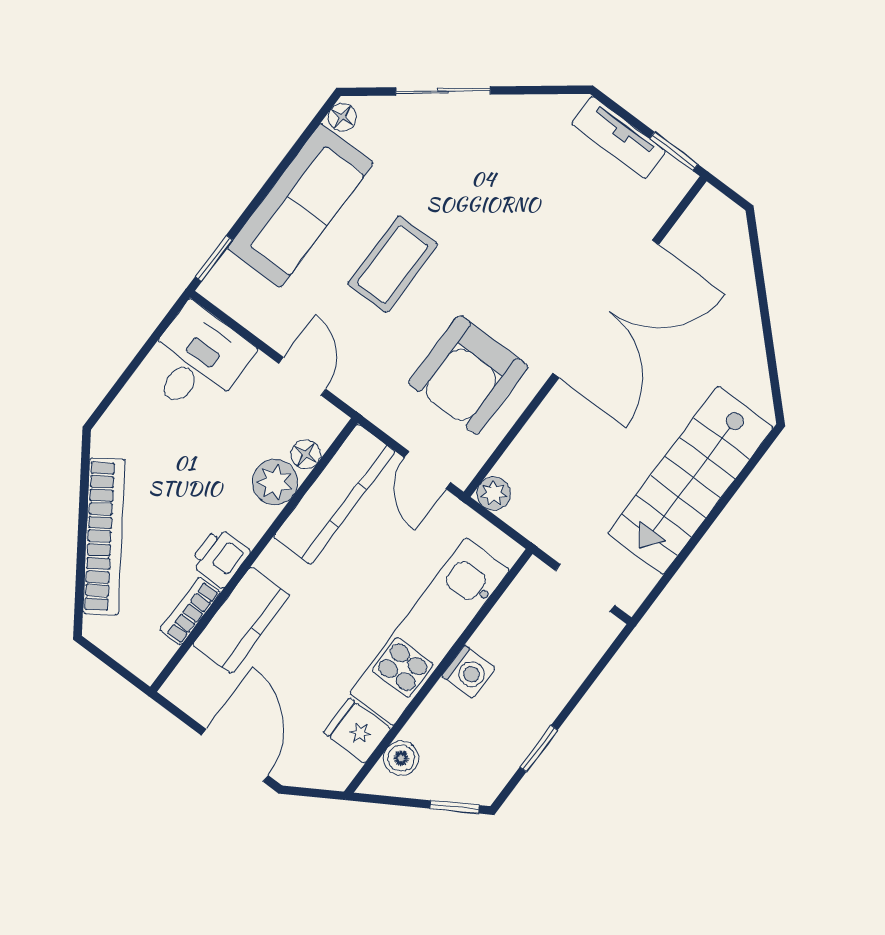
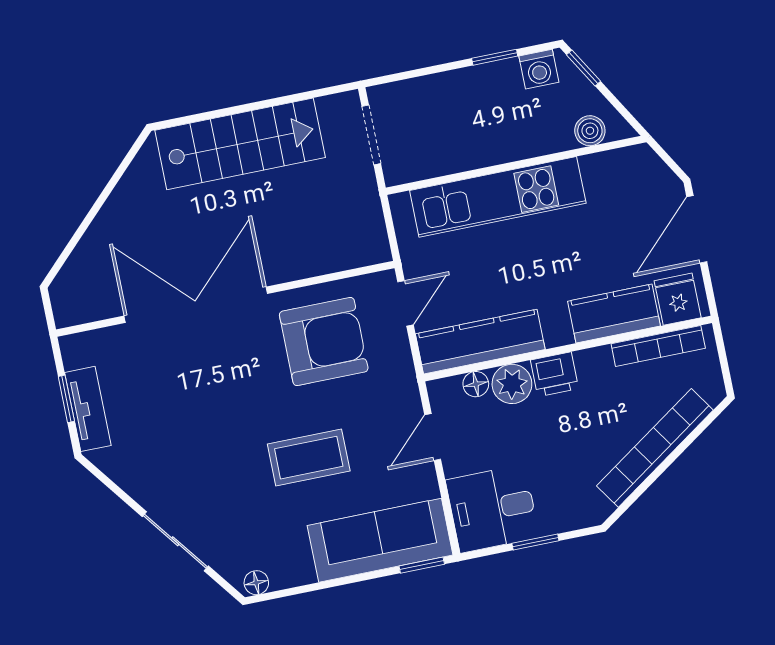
window: (674, 151) -> (66, 399), moved
sofa: (300, 206) -> (380, 540), moved
window: (134, 365) -> (535, 542), added
plant: (494, 493) -> (376, 250), removed
printer: (220, 557) -> (554, 374), moved
bookcase: (190, 611) -> (658, 346), width x1.56
washing machine: (468, 672) -> (539, 69), moved, turned 180
fridge: (357, 731) -> (678, 299), moved, turned 180

